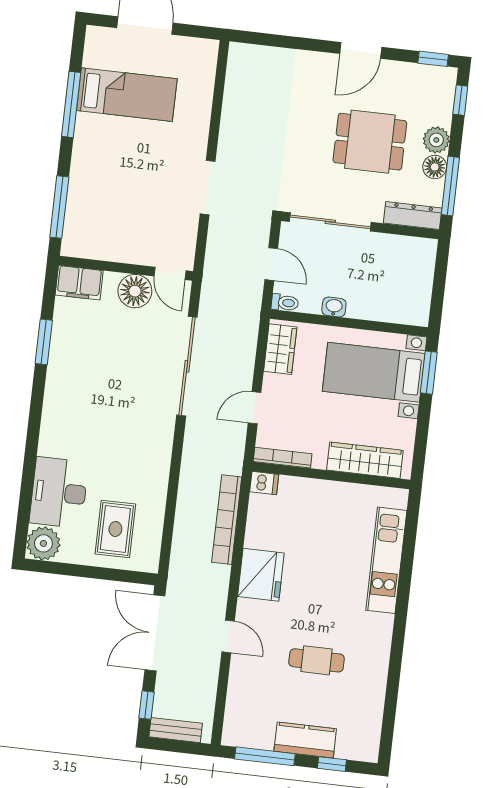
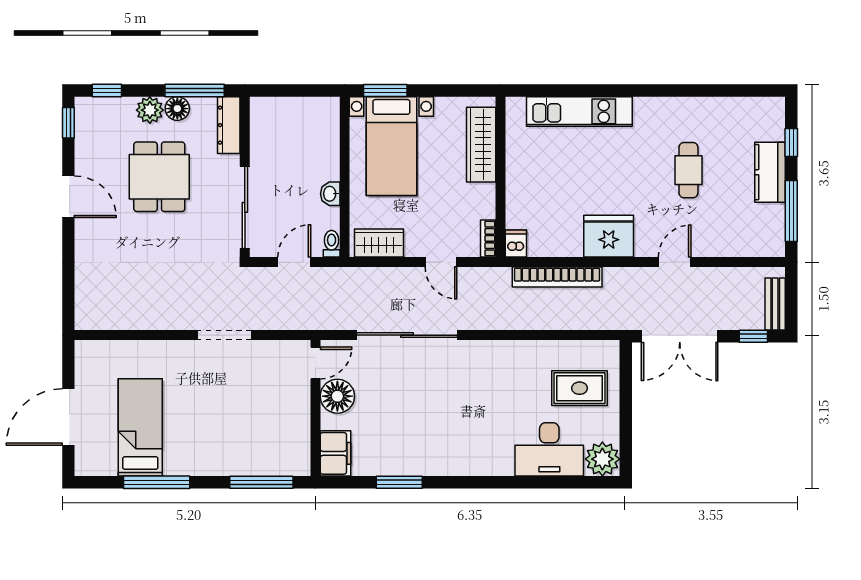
bookcase: (283, 458) -> (488, 238), width x0.64

